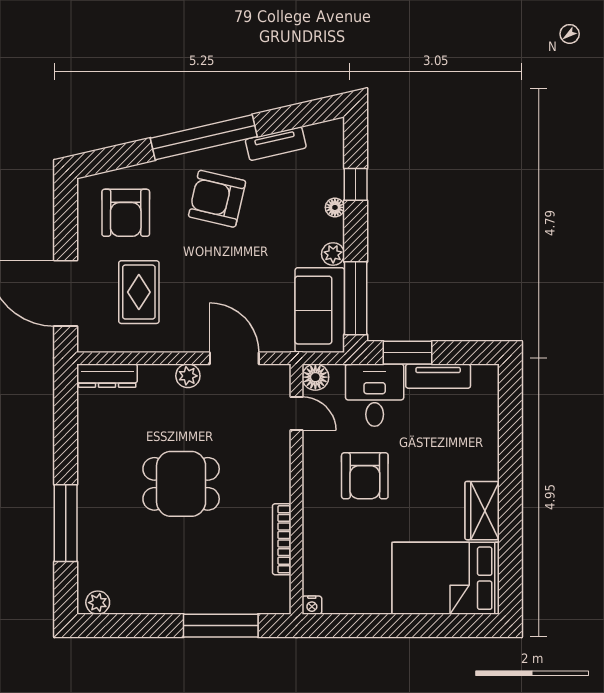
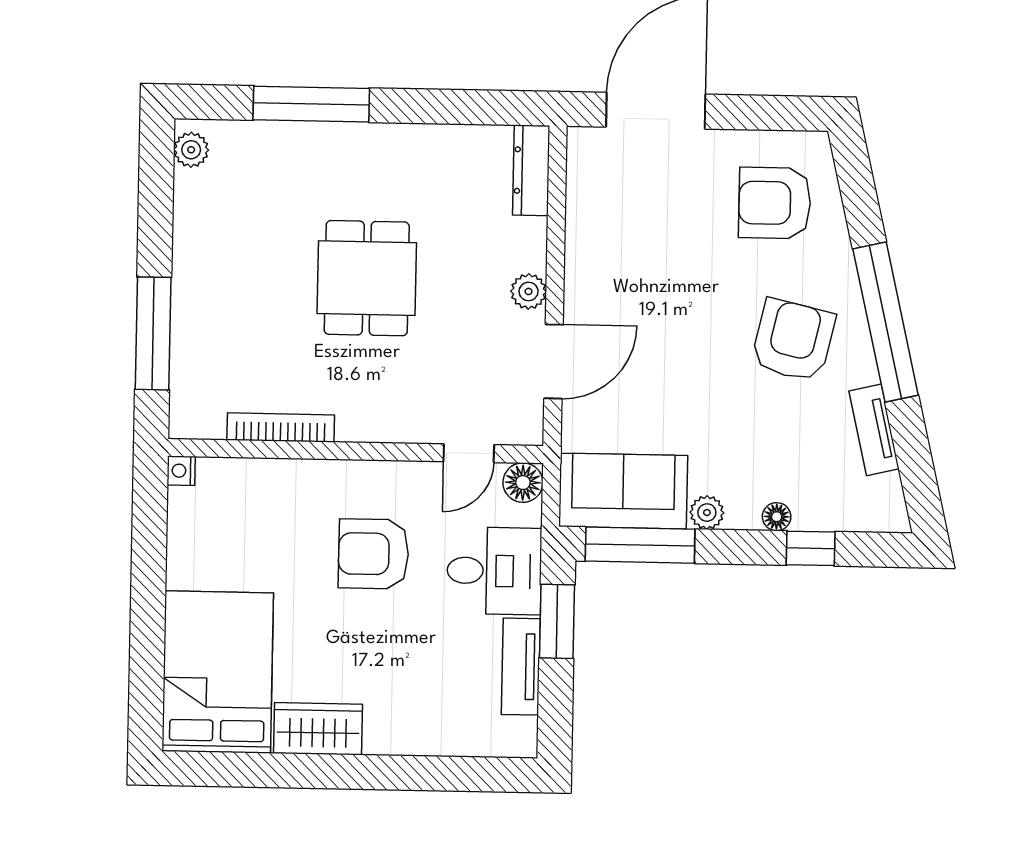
rug: (139, 292) -> (655, 220), removed

